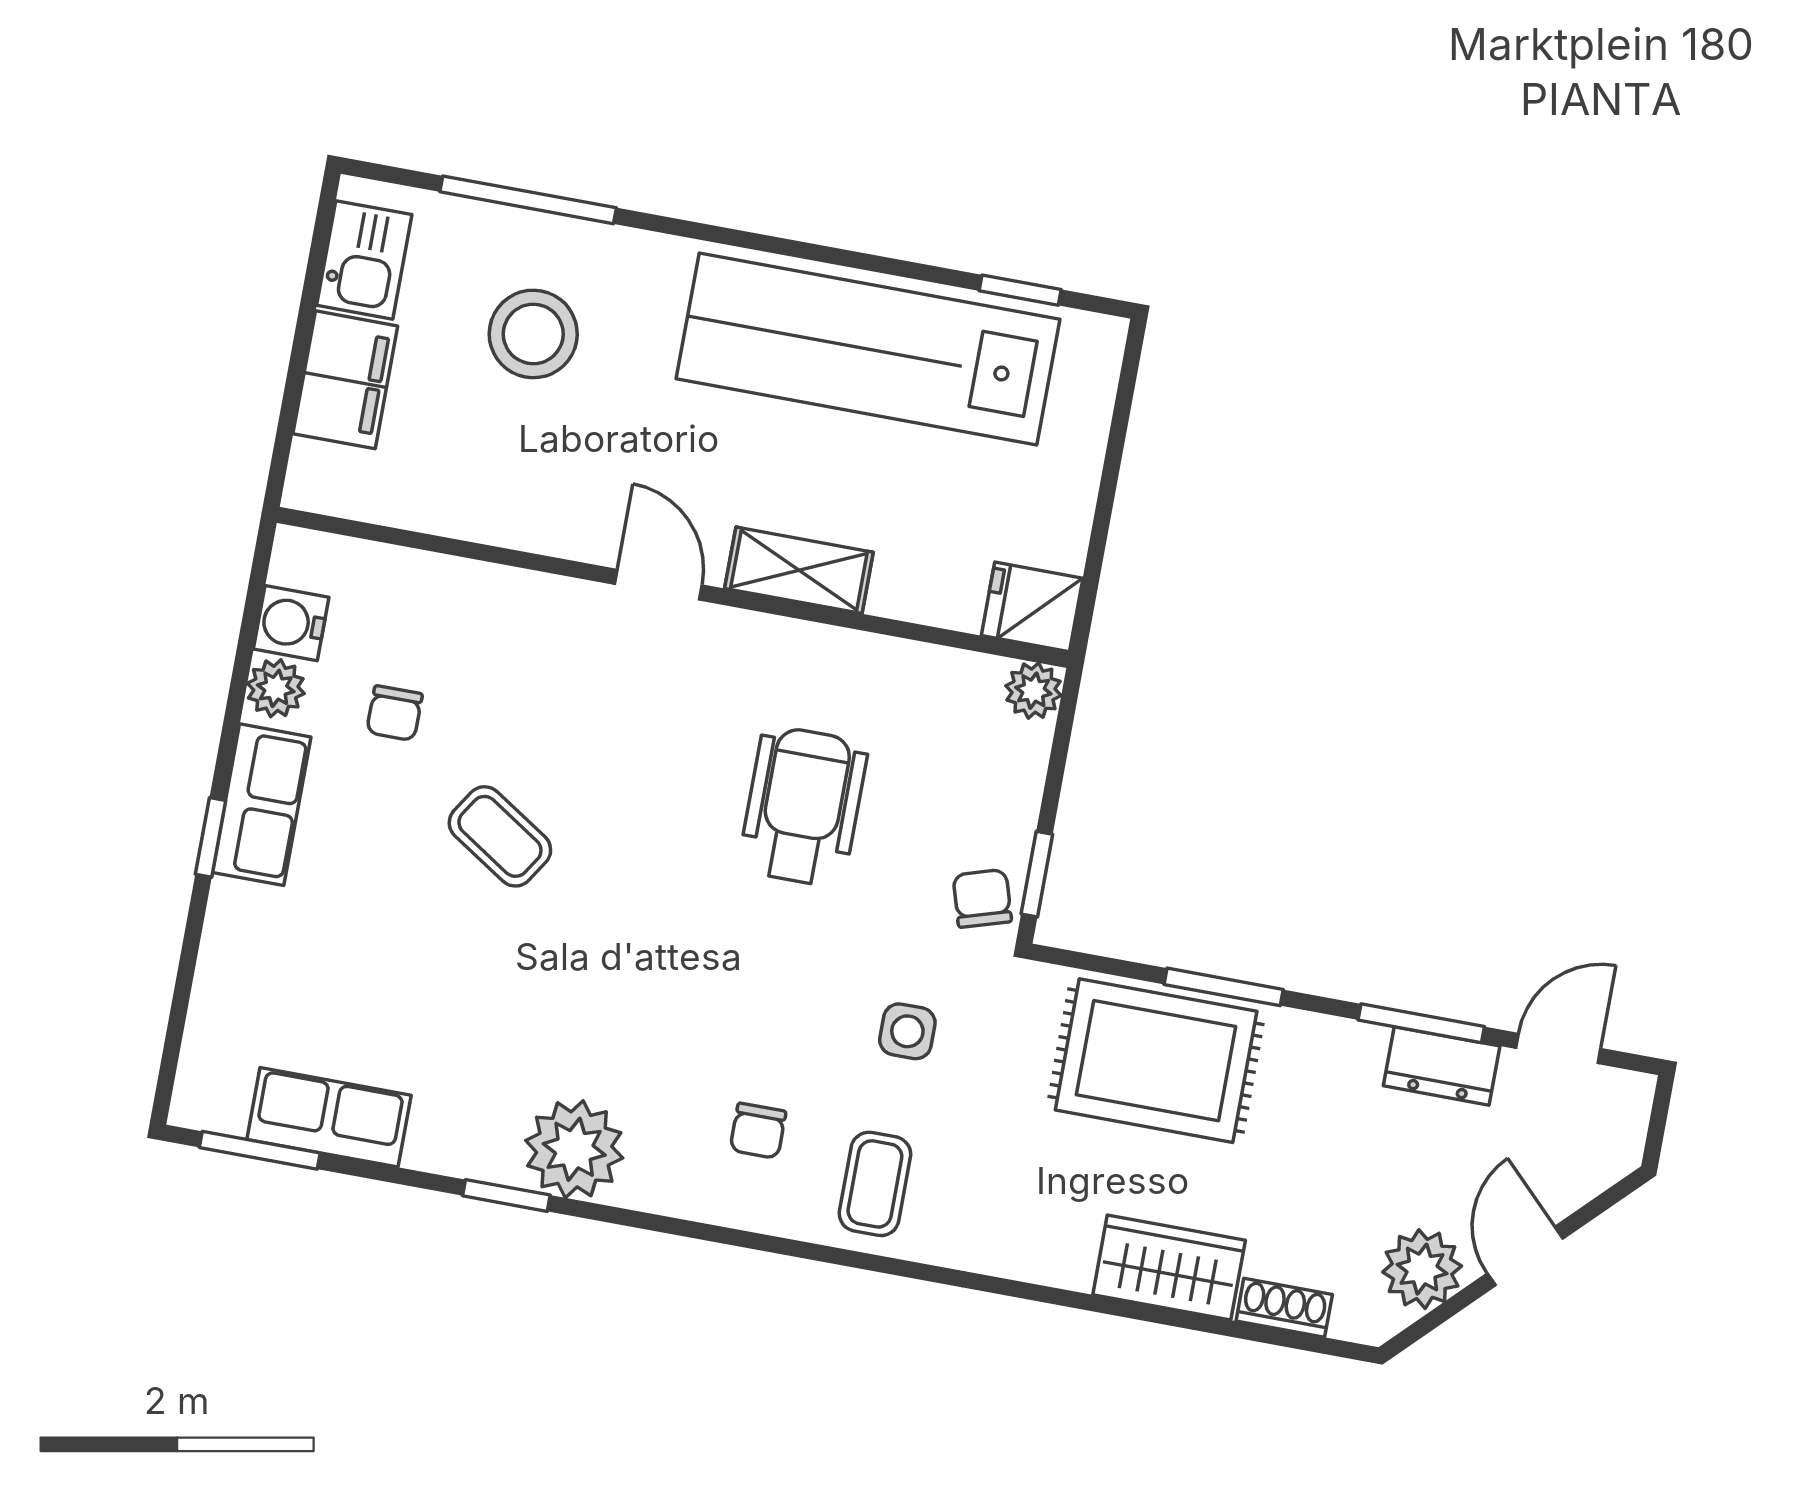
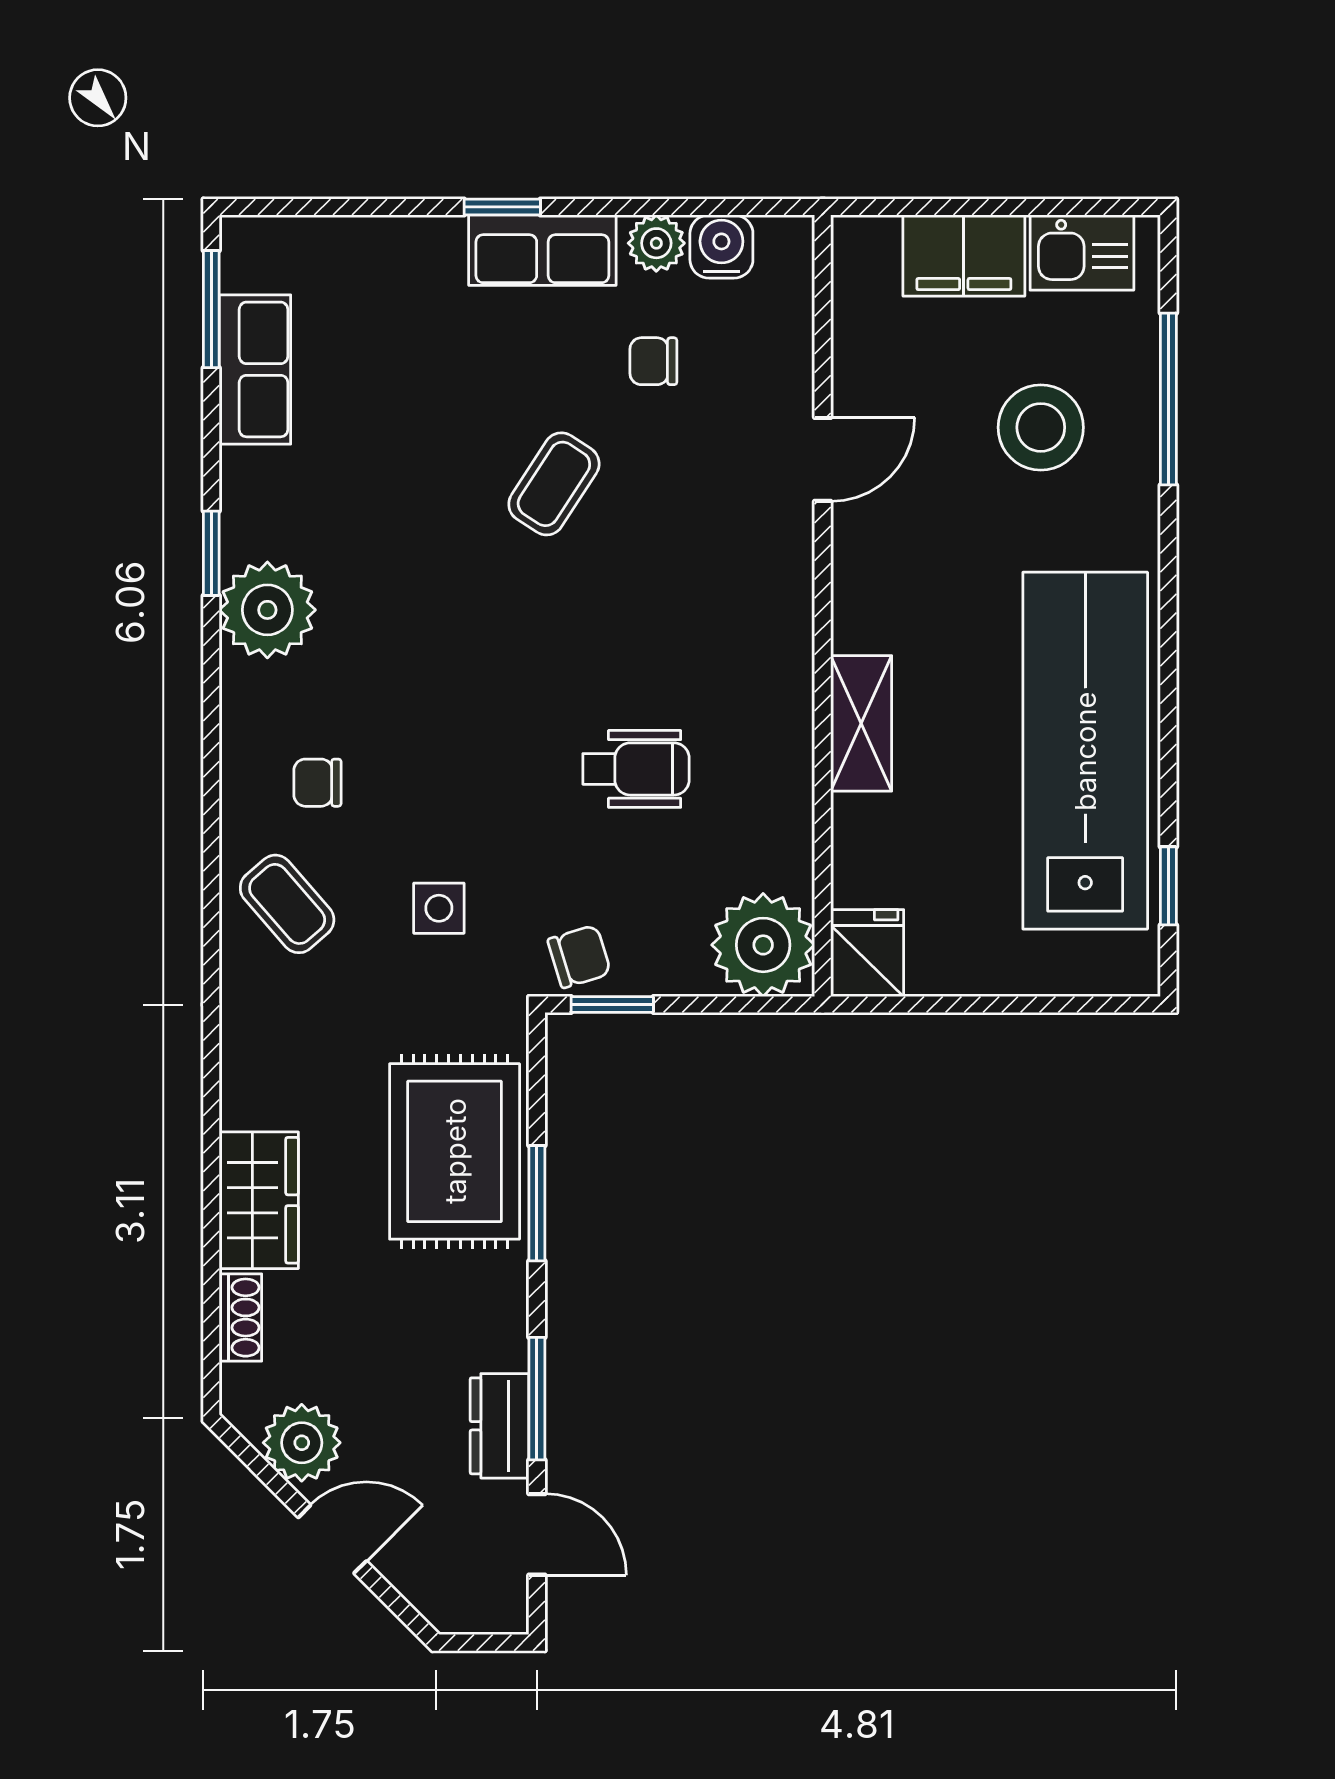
door: (658, 585) -> (823, 459), moved
plant: (1033, 691) -> (763, 945), width x1.88, depth x1.88
wheelchair: (803, 806) -> (636, 769), width x0.73, depth x0.73
coffee table: (875, 1184) -> (287, 904), turned 49

